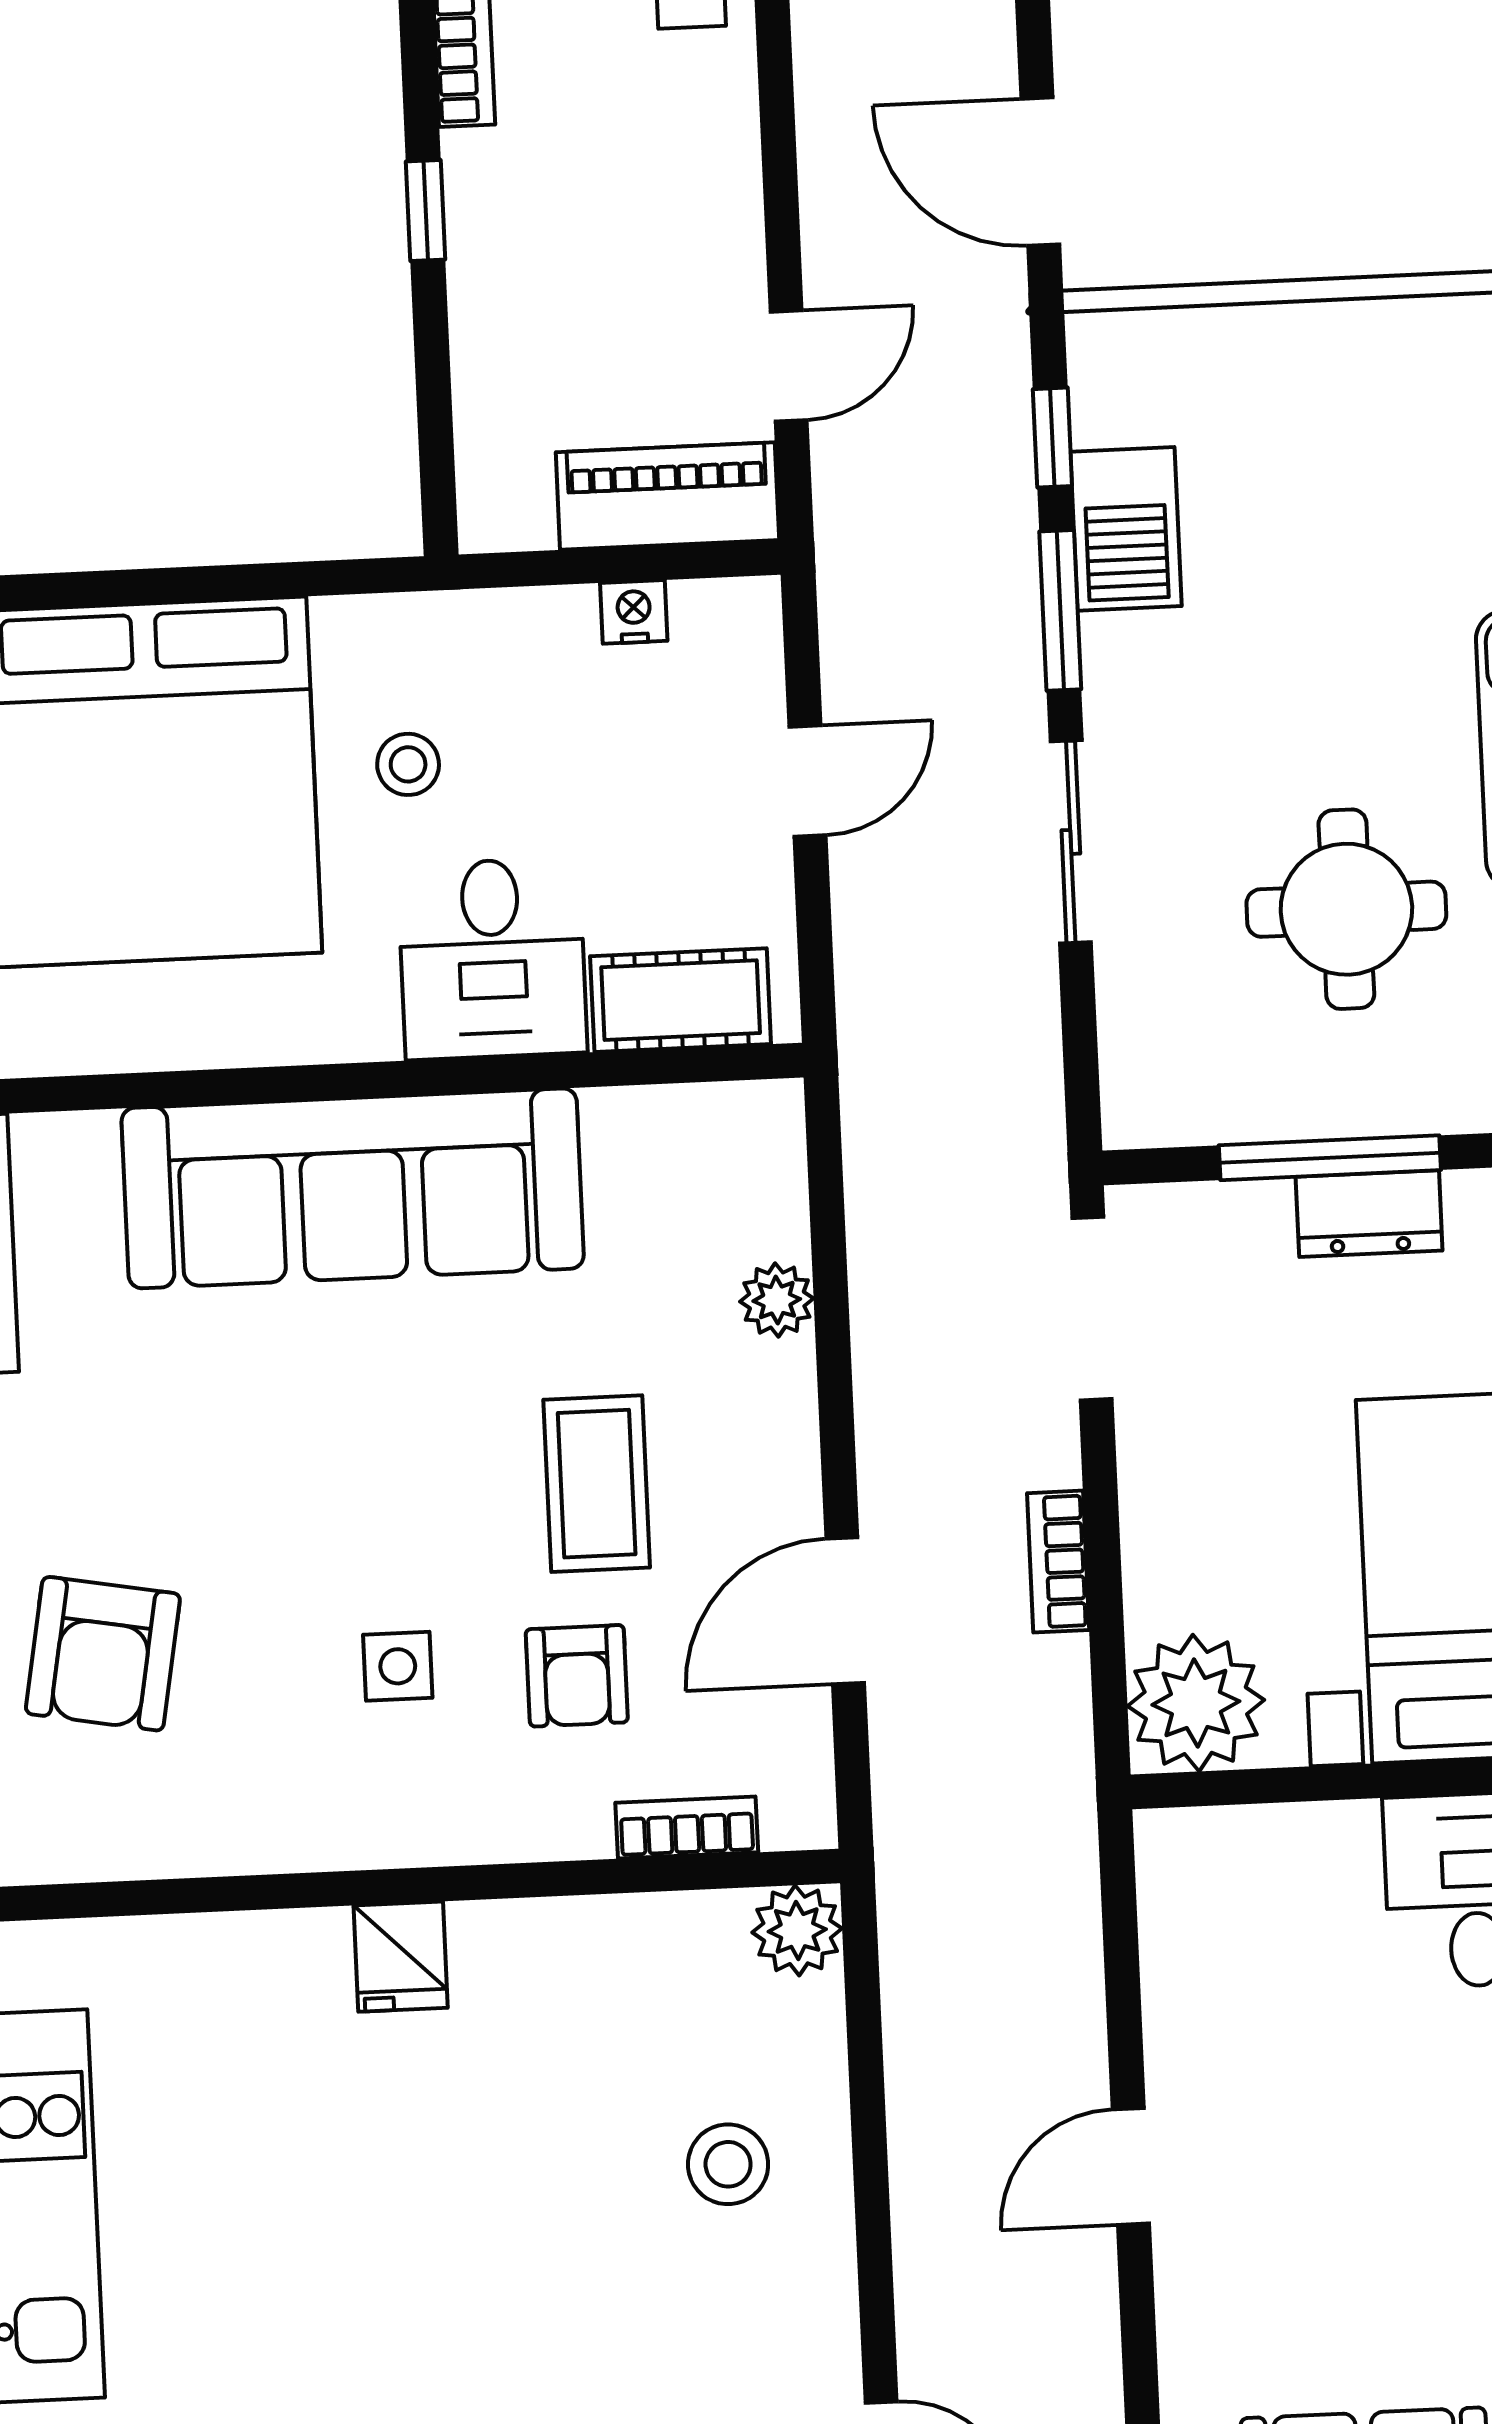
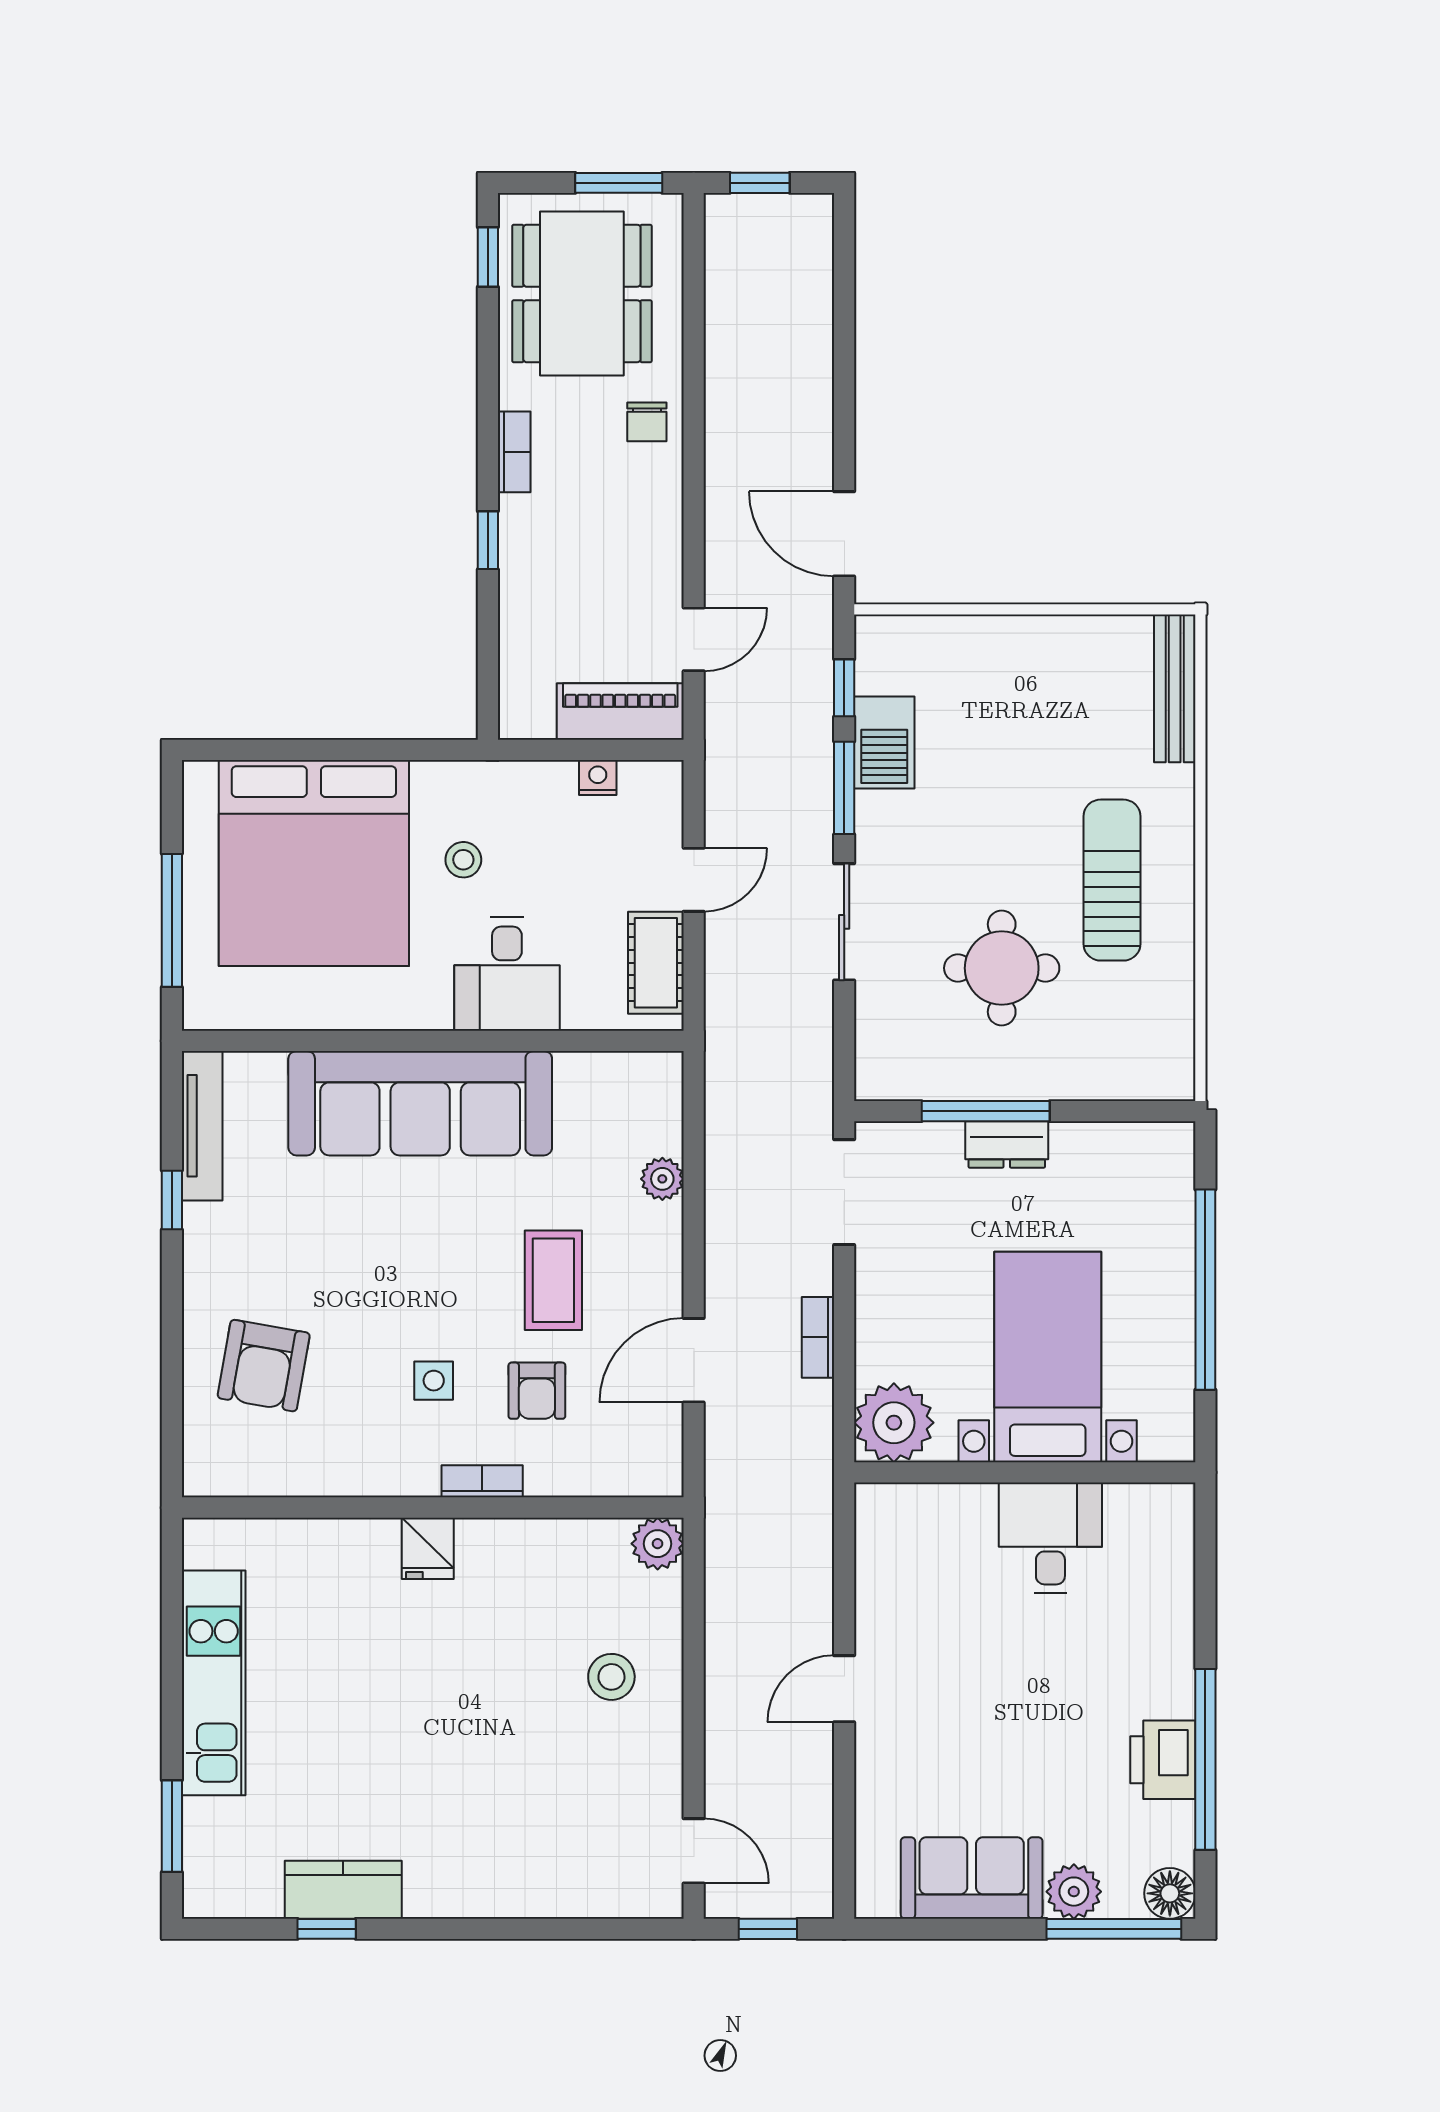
cot: (681, 1000) -> (656, 963), moved, turned 90
bookcase: (687, 1827) -> (482, 1481), moved

